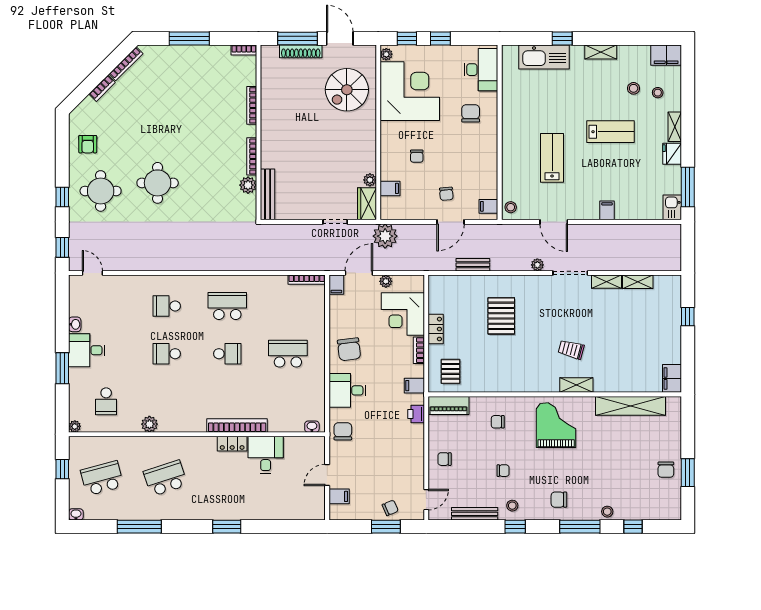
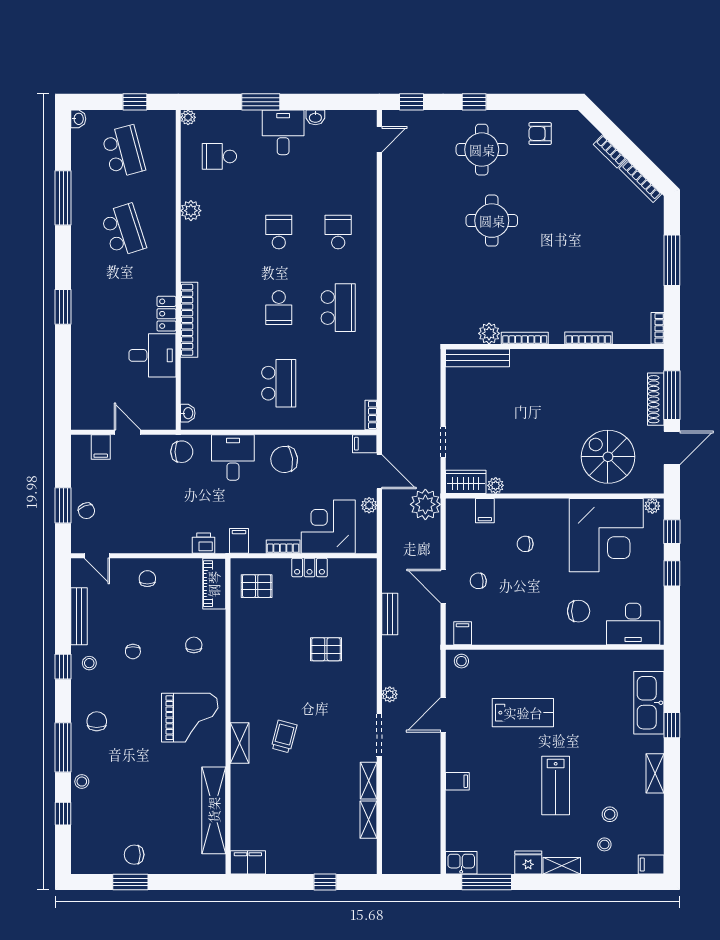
filing cabinet: (666, 55) -> (651, 864), width x0.50
bookcase: (307, 280) -> (371, 415), width x0.64
pallet: (501, 316) -> (326, 649), width x0.67, depth x0.71

